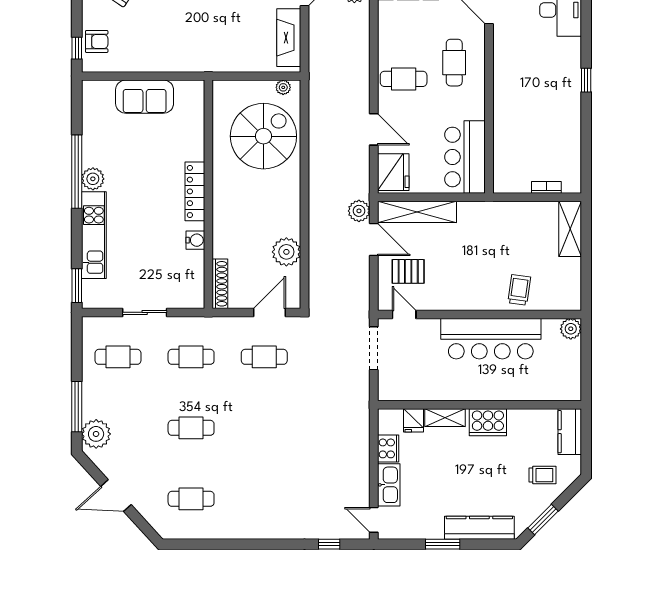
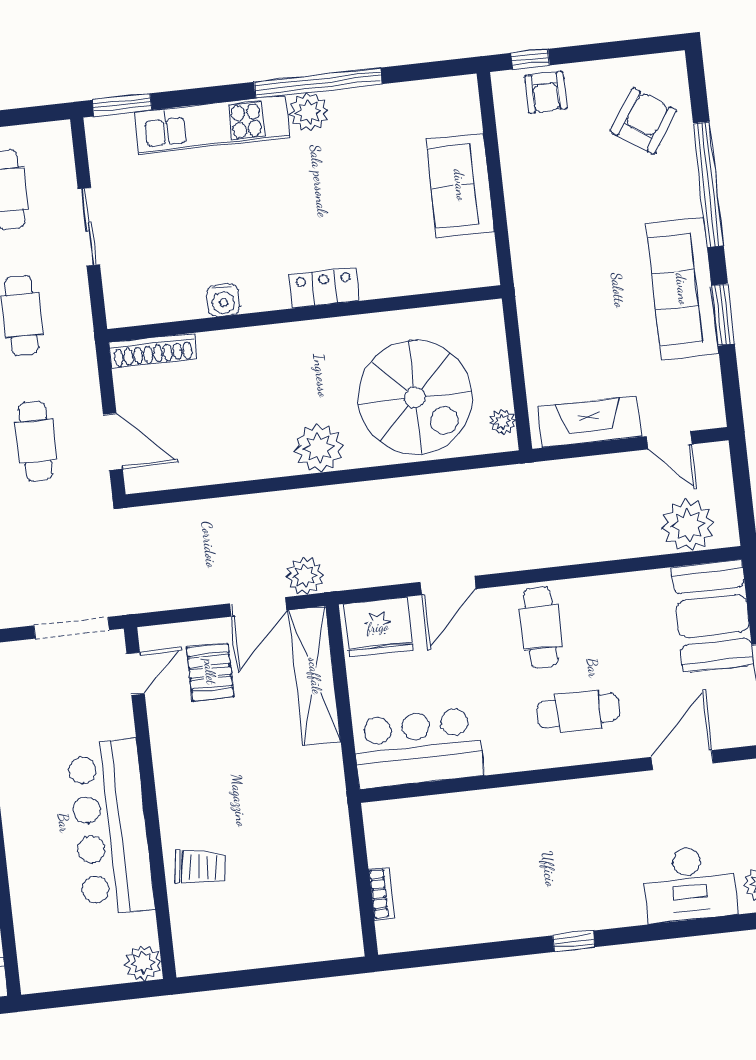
locker: (195, 191) -> (324, 288), width x0.66
shelving: (570, 229) -> (315, 943), removed
plant: (286, 252) -> (319, 448), moved

